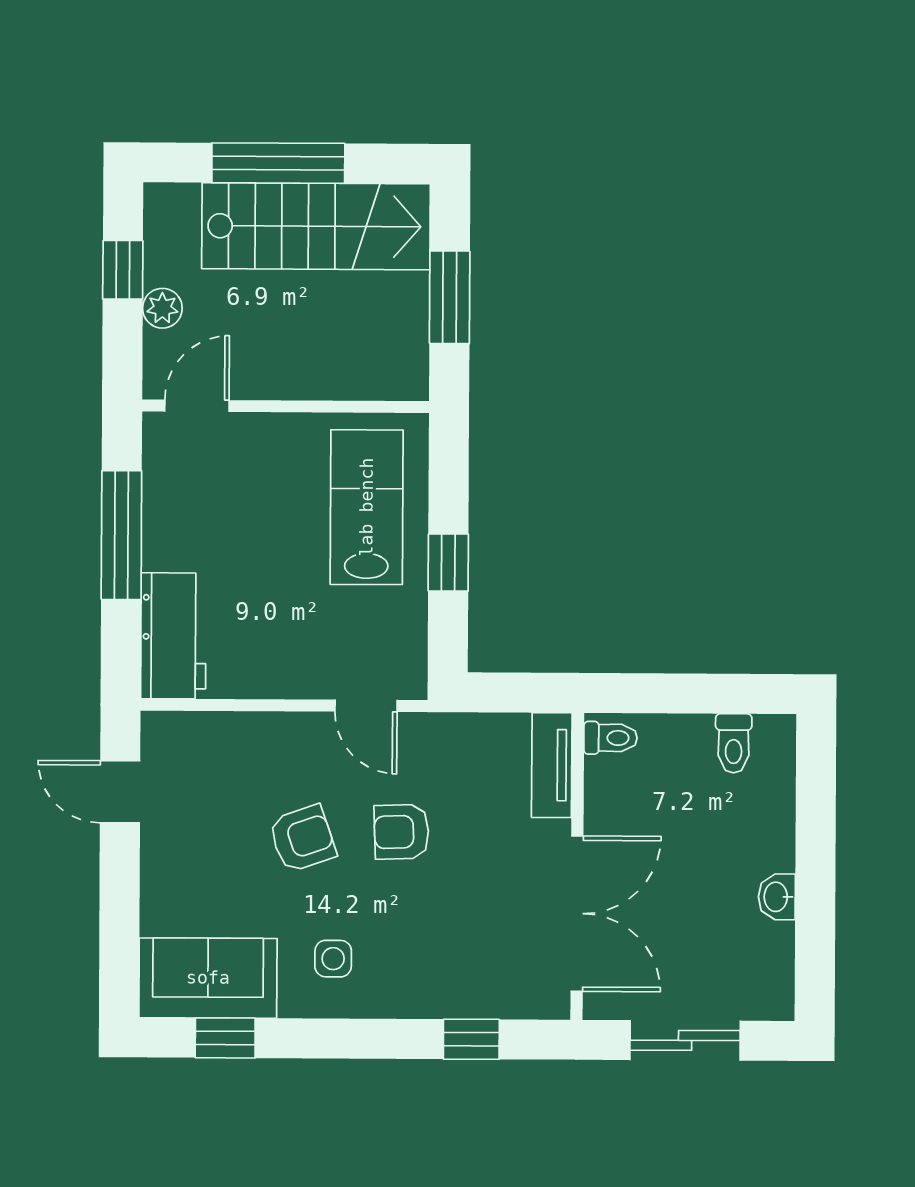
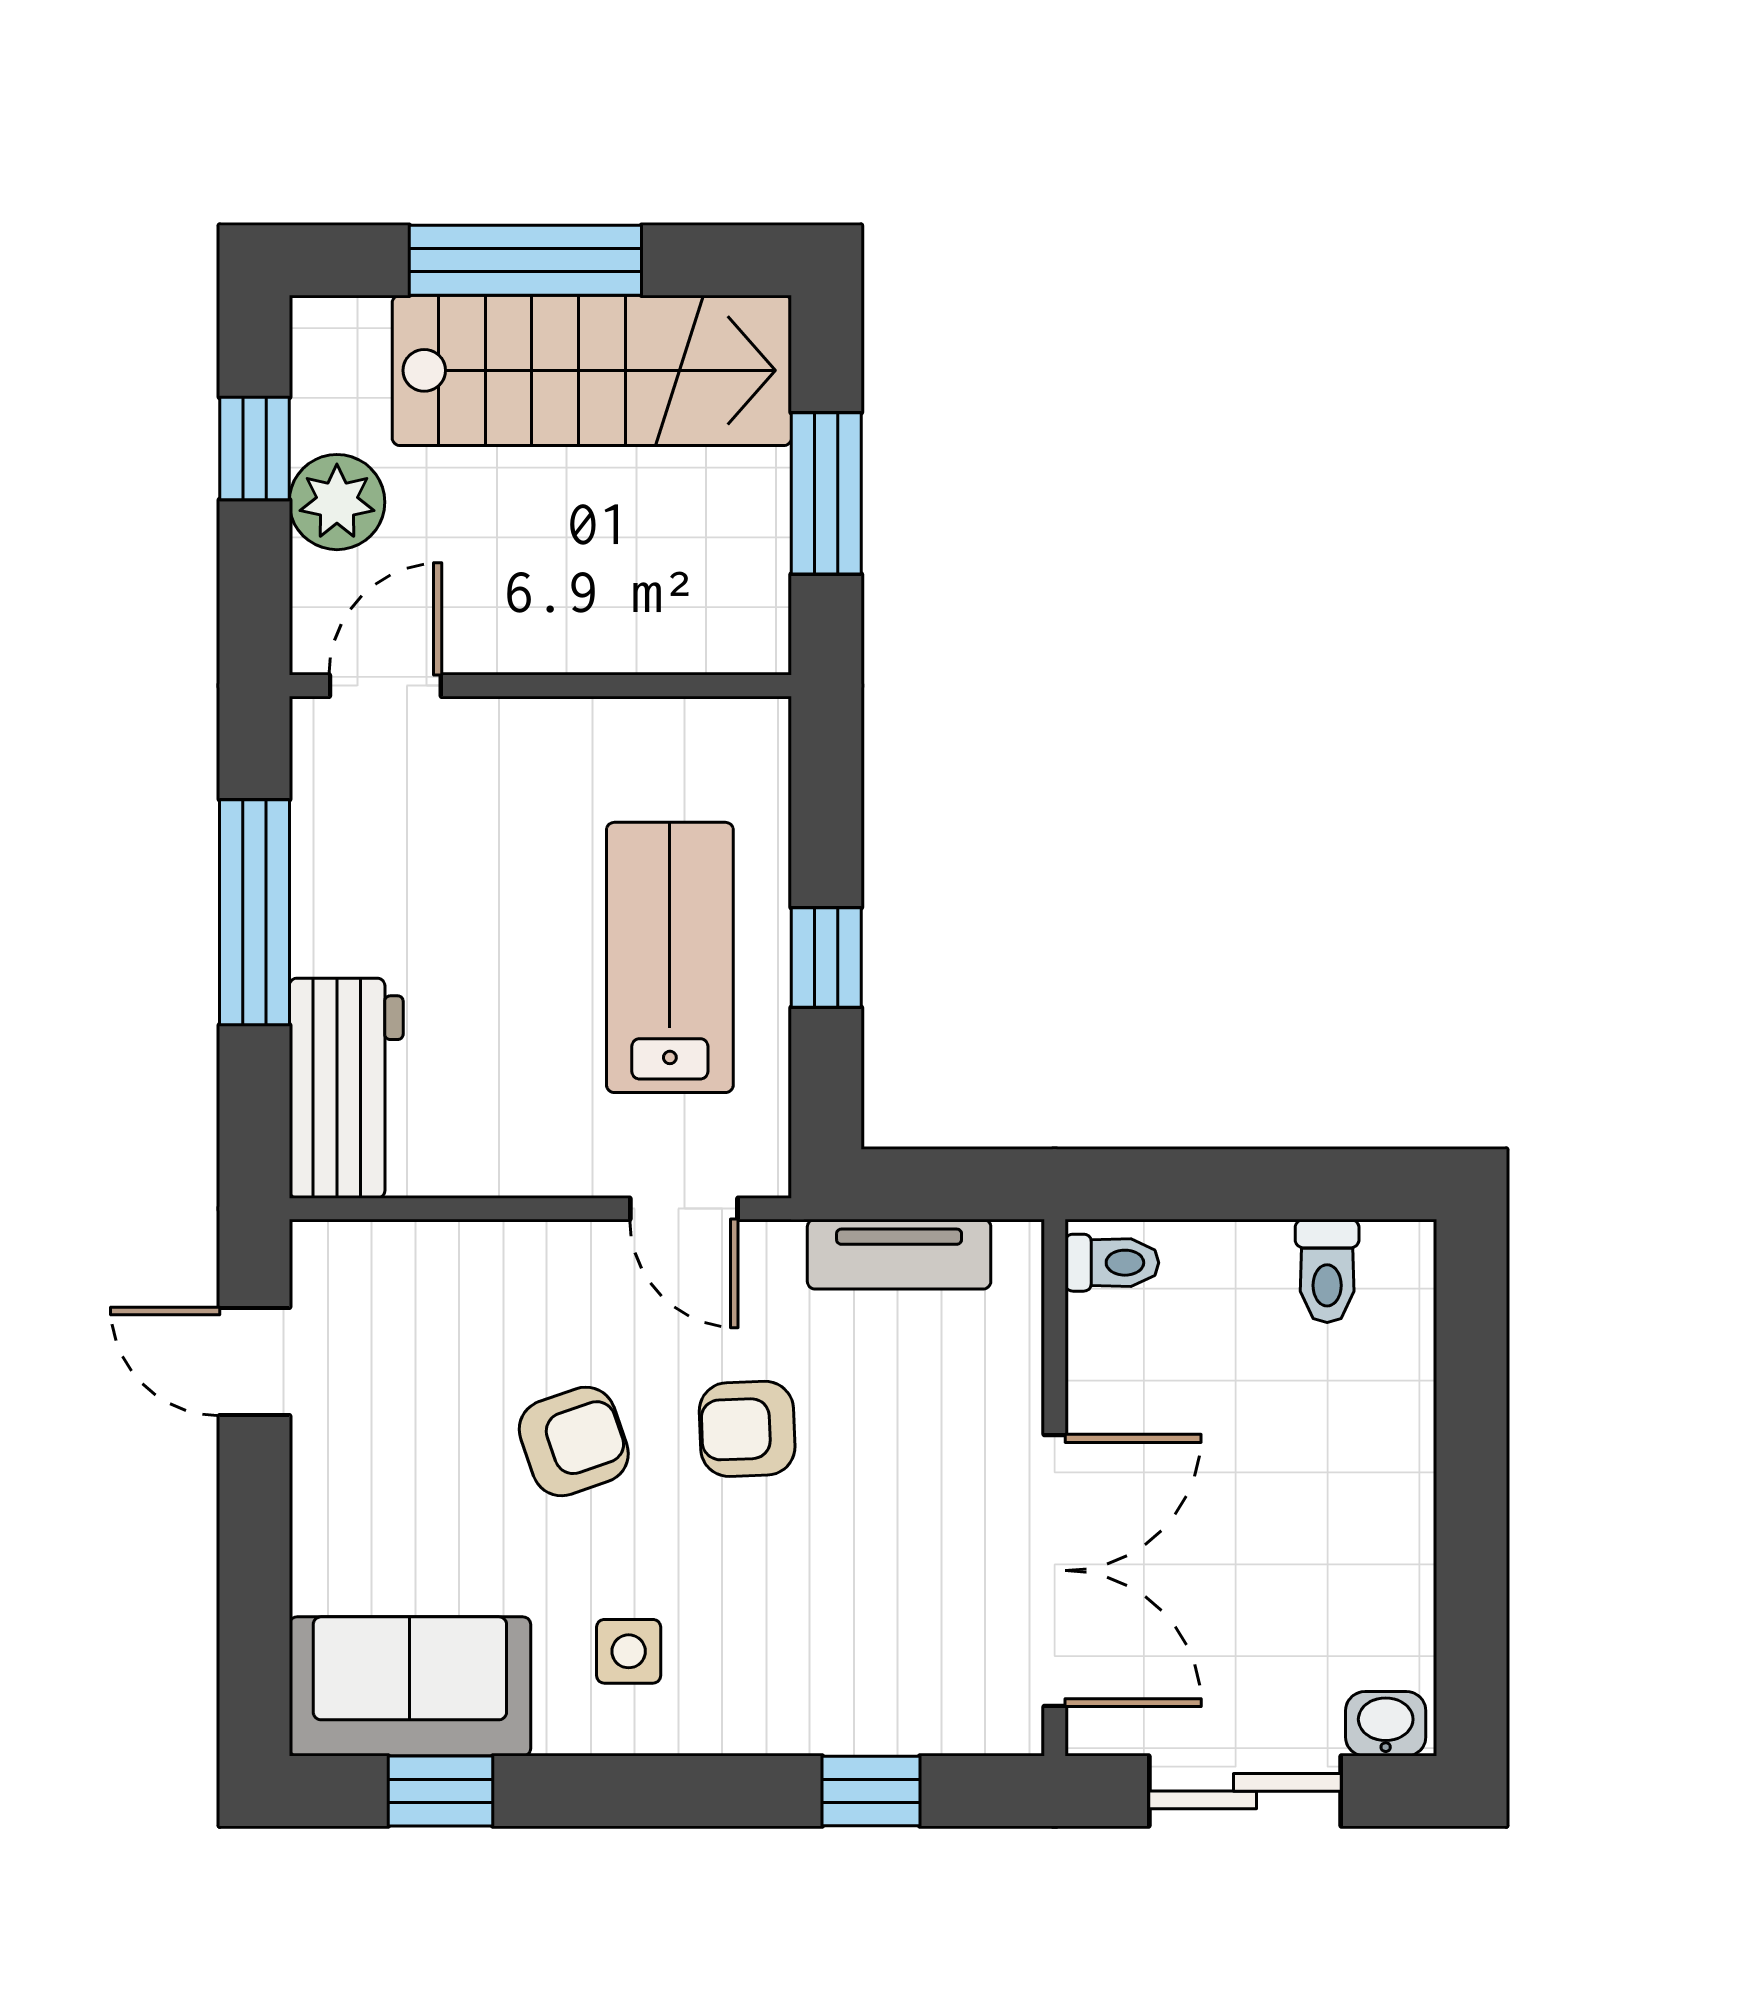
plant: (162, 308) -> (337, 502), width x1.38, depth x1.38
lab bench: (367, 507) -> (670, 957), moved
tv unit: (552, 765) -> (899, 1254), moved, turned -90
washbasin: (777, 897) -> (1386, 1724), moved, turned 90

